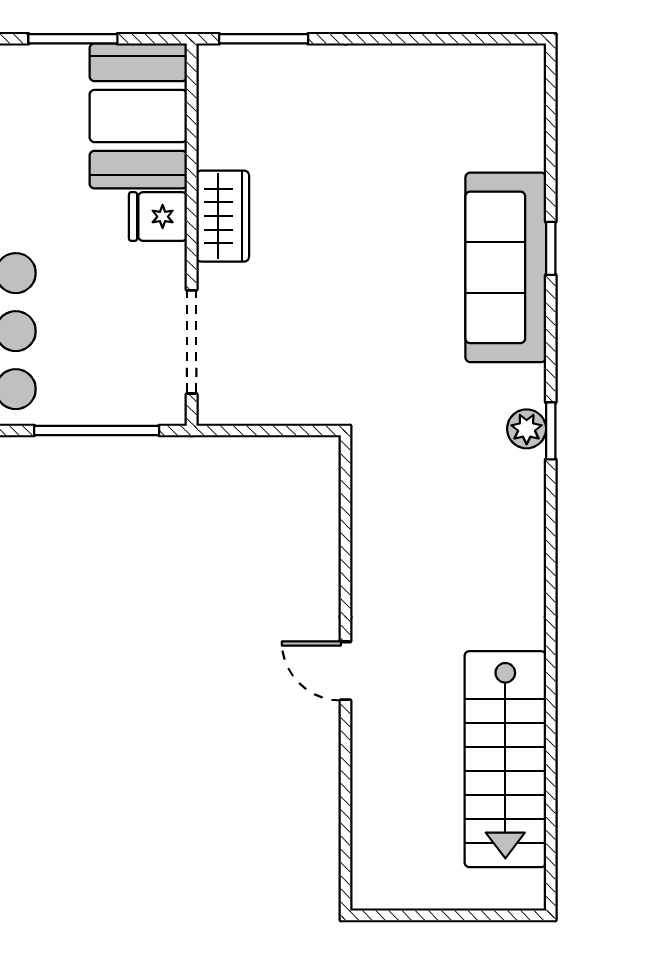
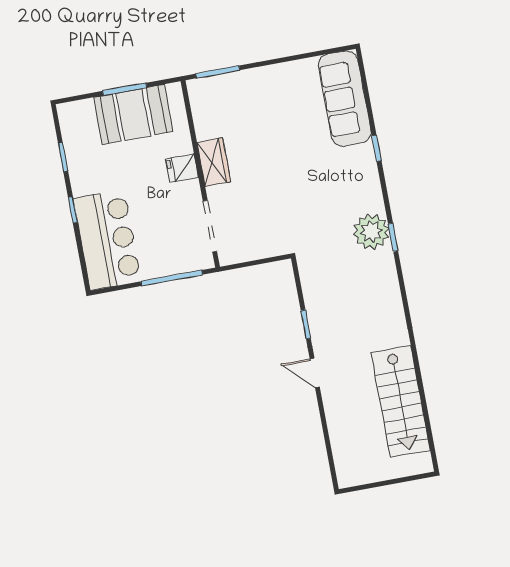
booth: (138, 116) -> (133, 114), moved, turned 90
sofa: (506, 267) -> (345, 99), moved
plant: (527, 429) -> (371, 232), width x1.87, depth x1.87
window: (346, 571) -> (306, 324), added

